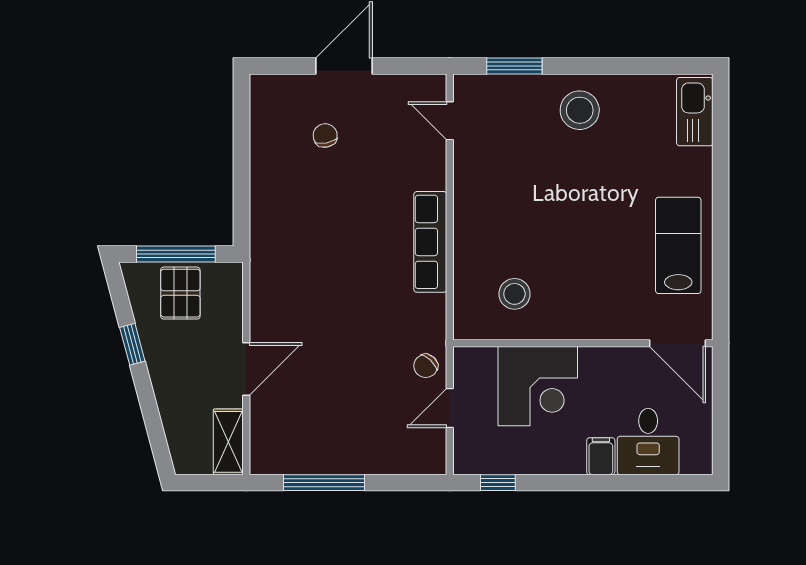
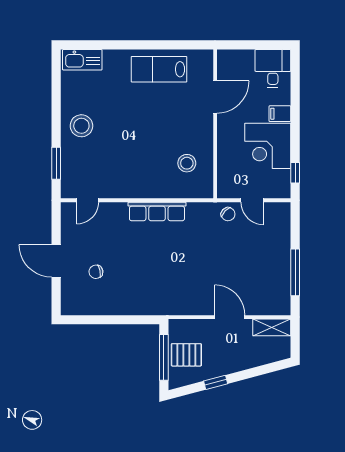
door: (677, 343) -> (215, 97), moved
corner desk: (538, 386) -> (268, 146), moved, turned 180
desk: (648, 442) -> (273, 68), moved, turned -90

